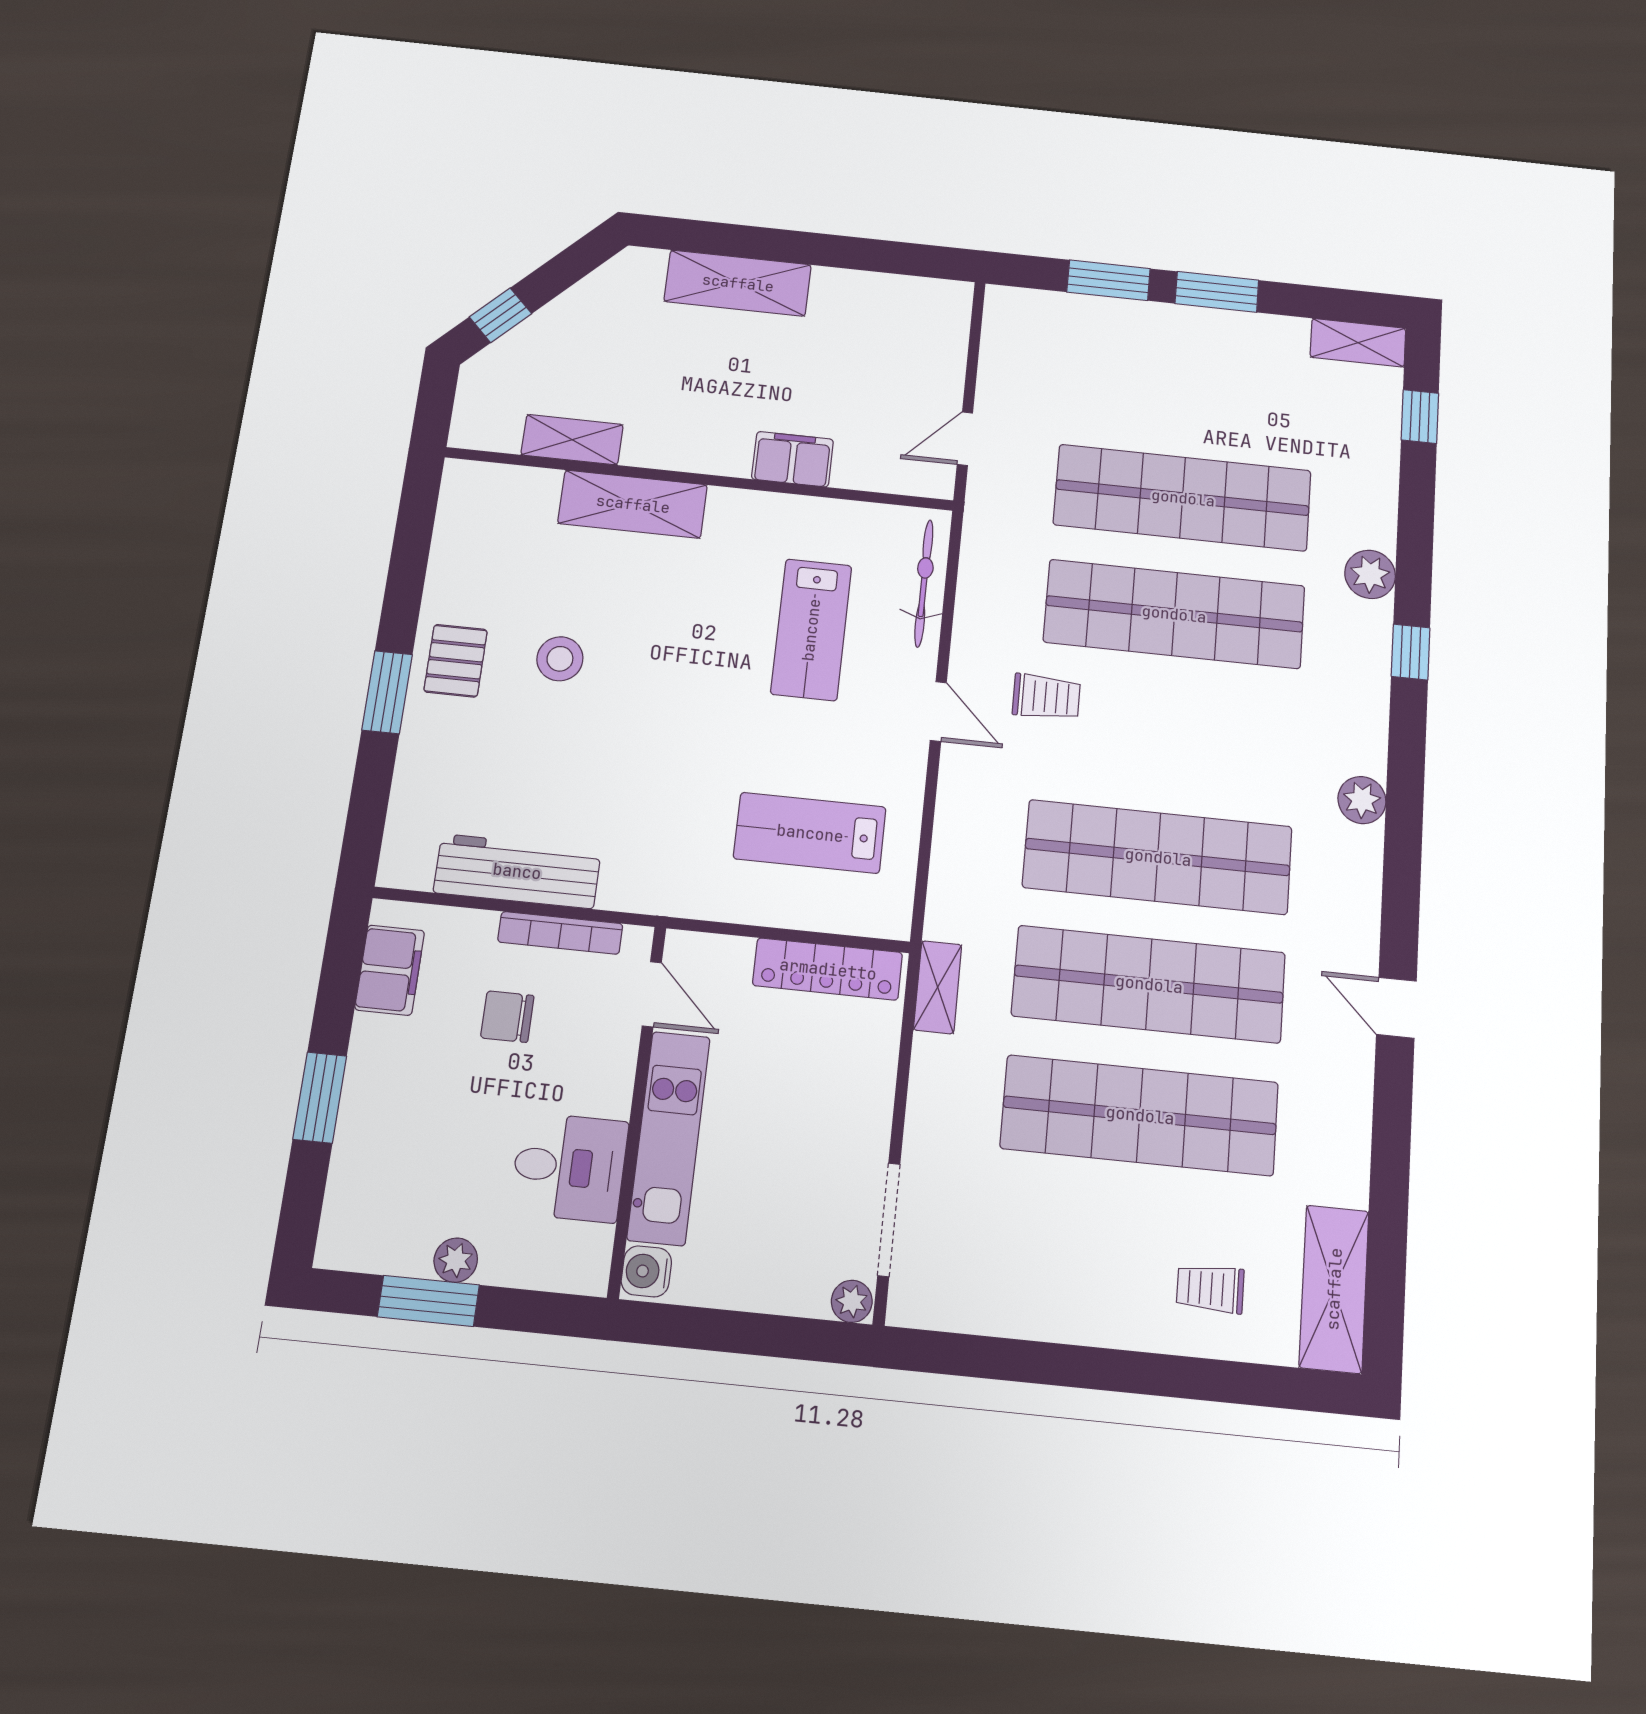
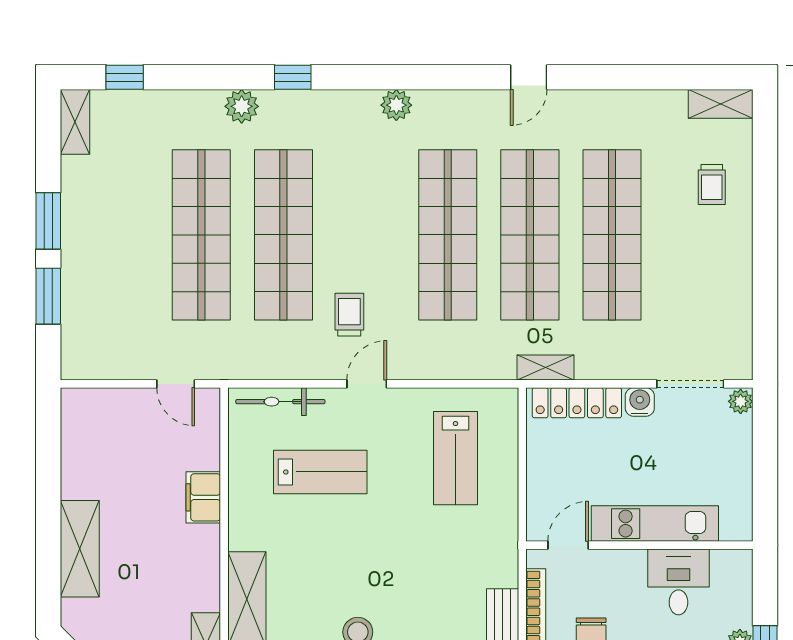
locker: (828, 969) -> (577, 403), moved, turned 90
water cooler: (646, 1271) -> (640, 402), moved, turned 180
shelving: (1334, 1289) -> (721, 104), width x0.67, depth x0.75

